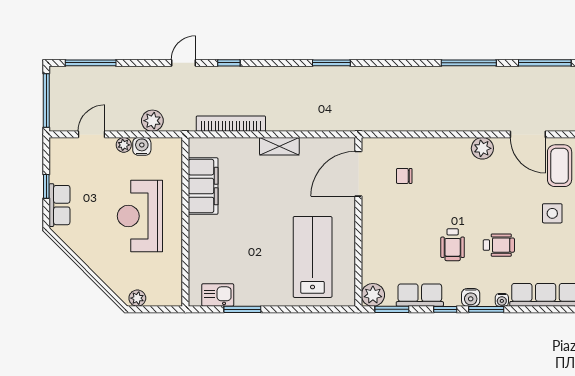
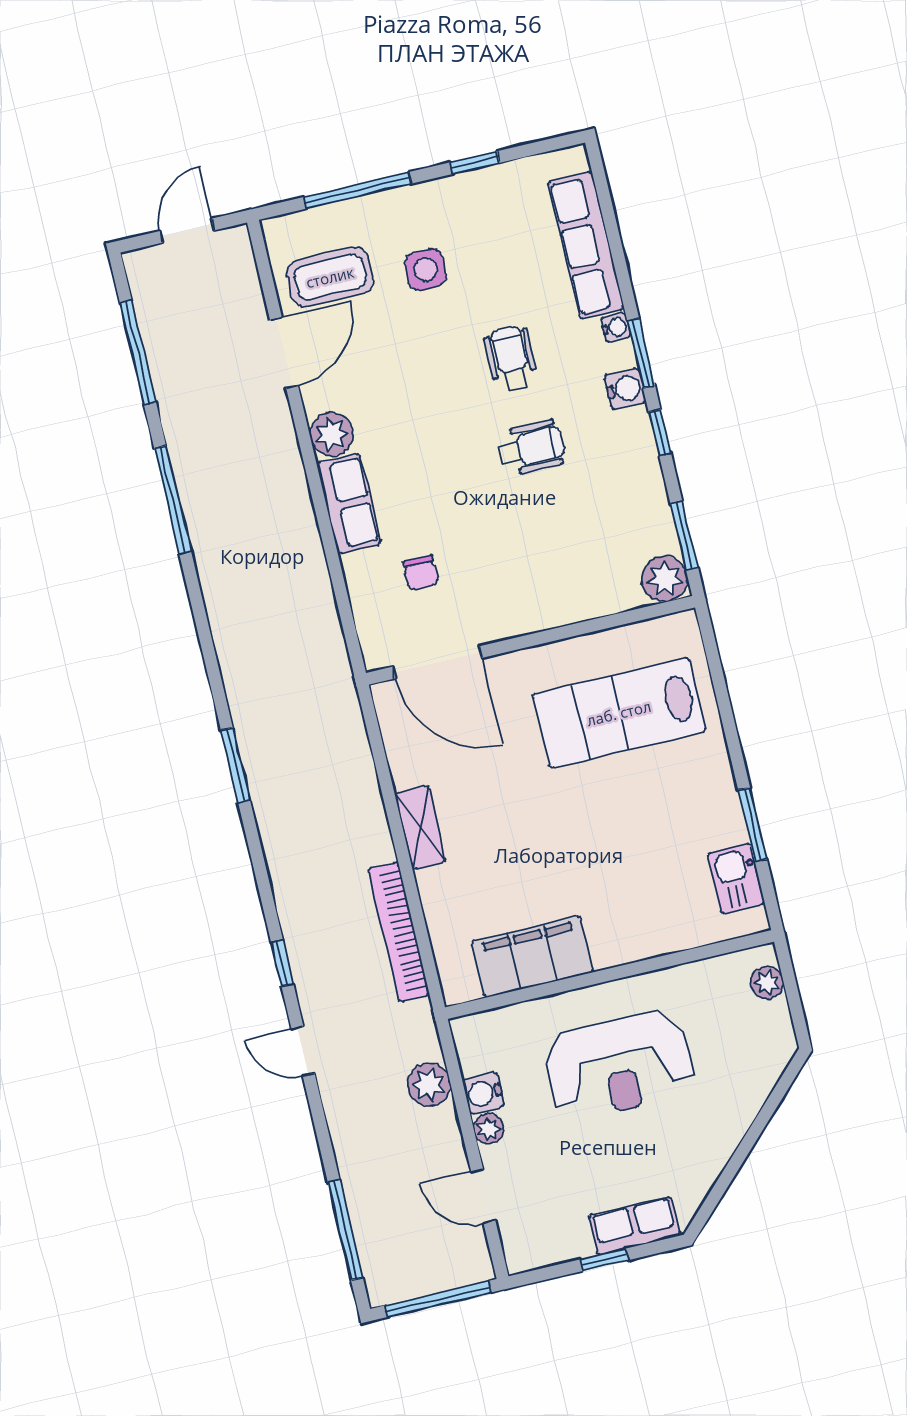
row of seats: (420, 295) -> (349, 504), moved, turned 180
plant: (137, 298) -> (767, 983), moved

